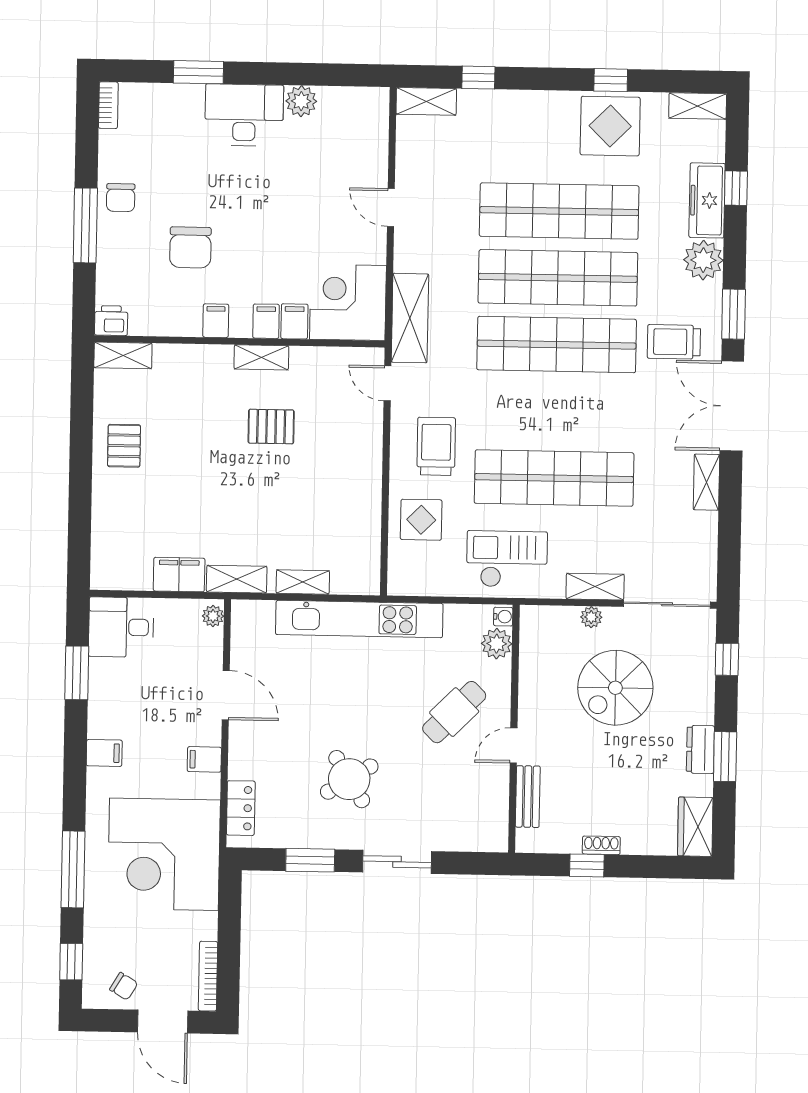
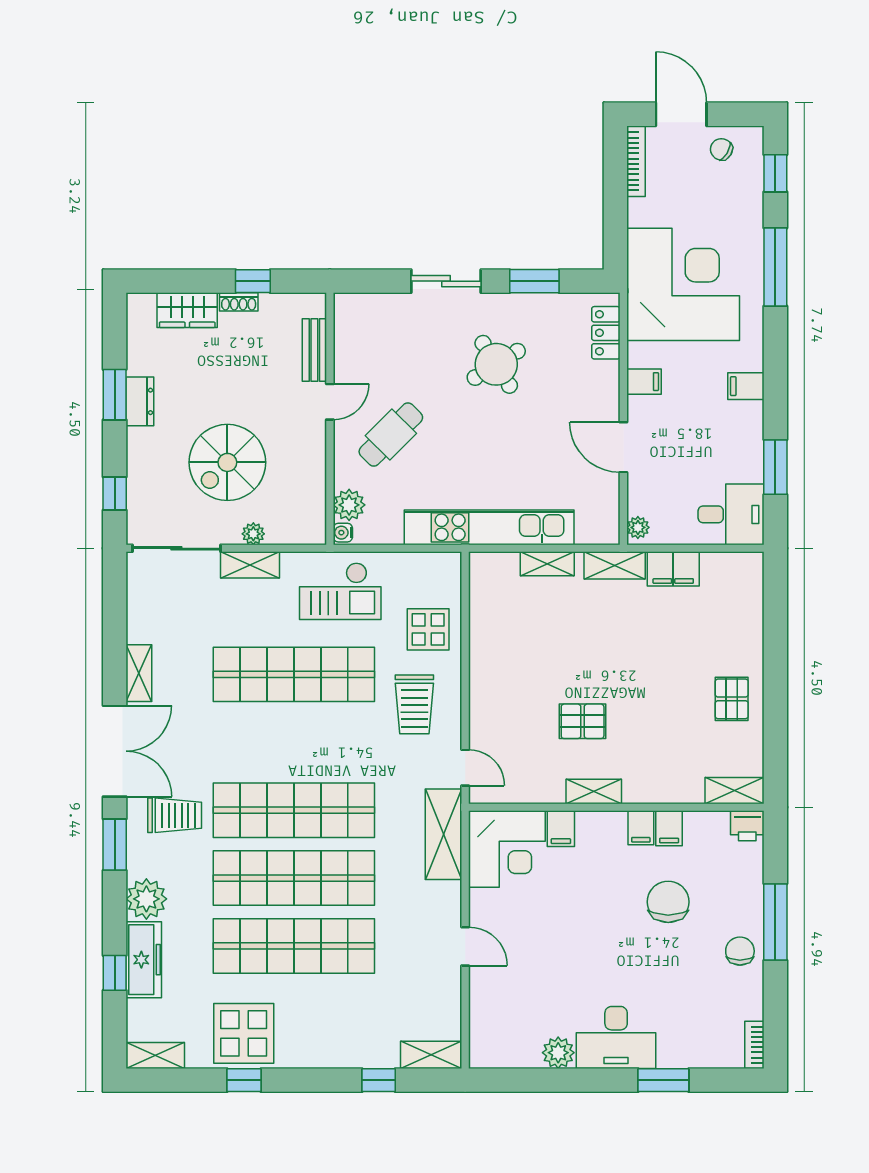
filing cabinet: (266, 321) -> (669, 828), moved
spiral stairs: (615, 688) -> (227, 462), turned 180
wardrobe: (695, 827) -> (187, 310), moved, turned 90

